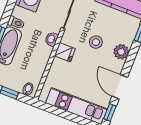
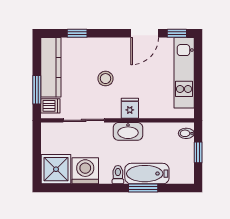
washbasin: (51, 39) -> (128, 131), width x1.91, depth x1.45
plant: (121, 52) -> (105, 46), removed

